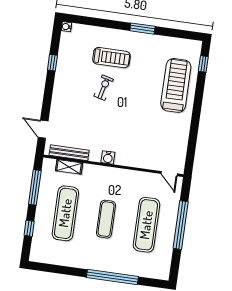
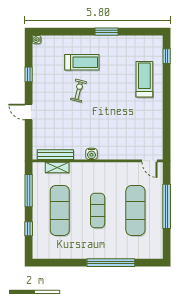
treadmill: (176, 85) -> (144, 79), width x0.73, depth x0.73
door: (43, 129) -> (29, 112), moved

